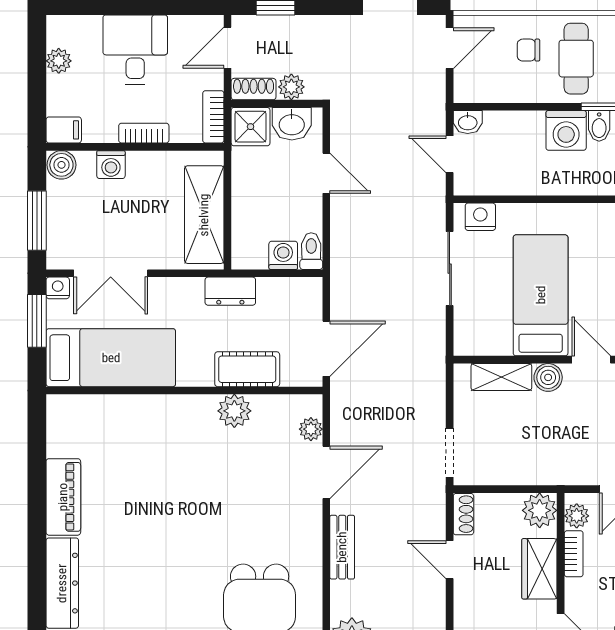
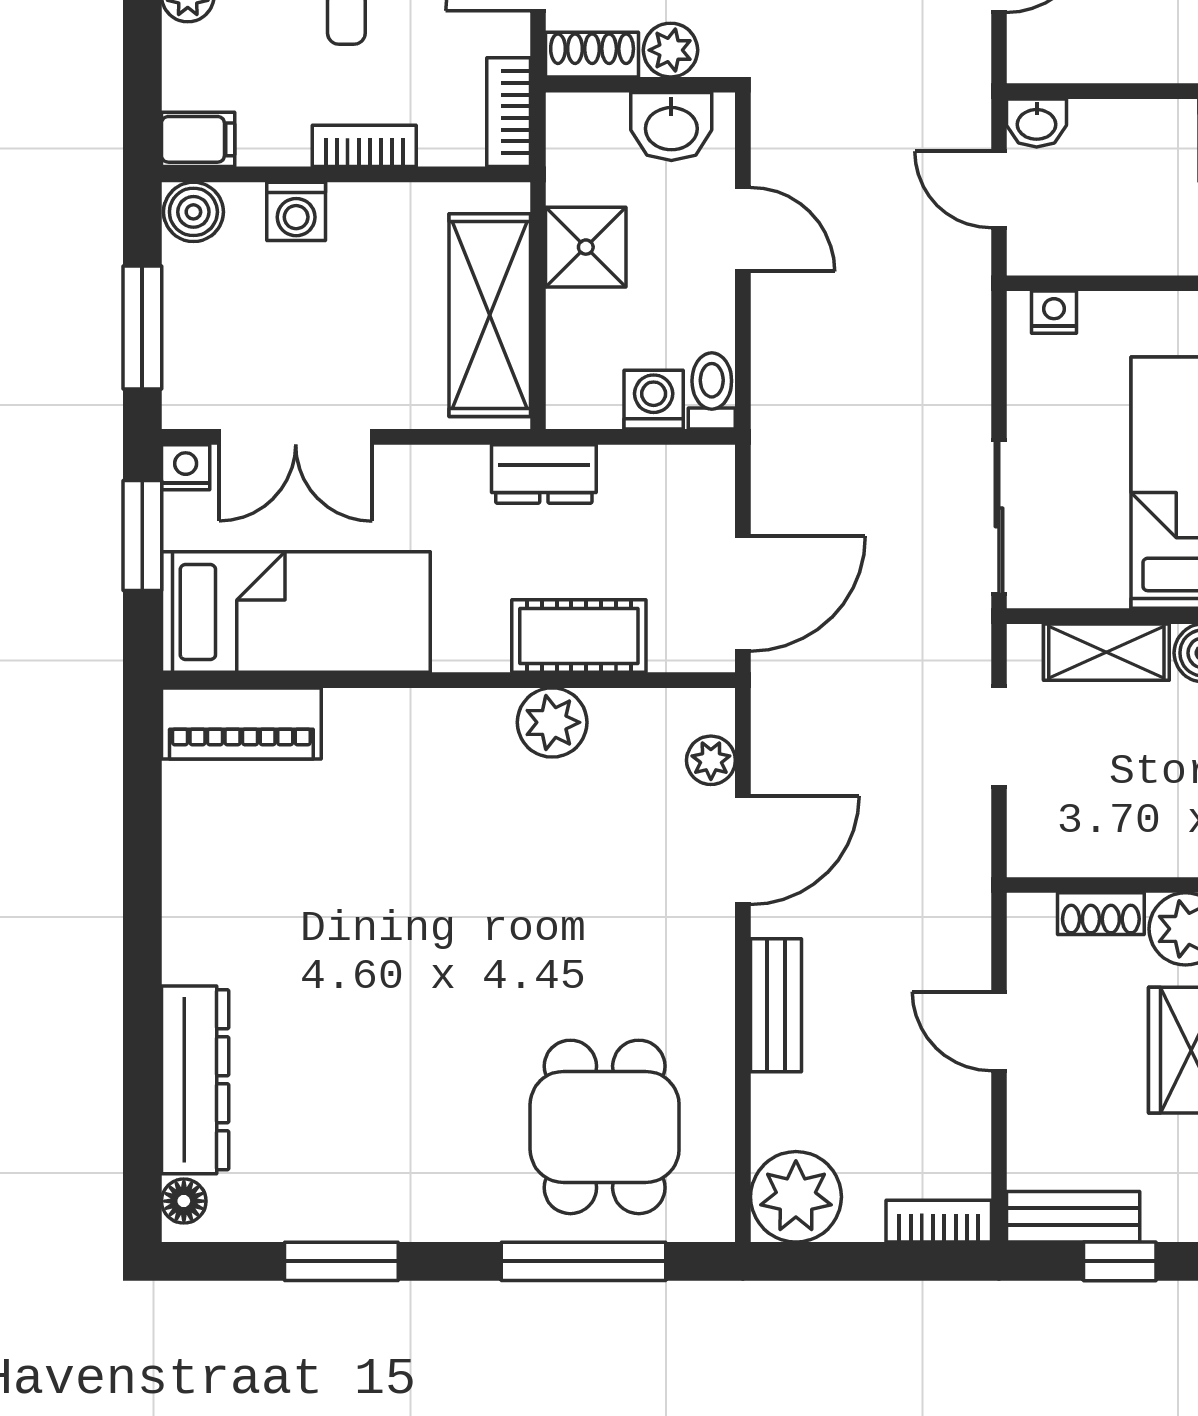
shower: (251, 127) -> (586, 247), moved
nightstand: (480, 217) -> (1054, 312), width x0.72, depth x0.74
sliding door: (450, 269) -> (999, 517), moved
doorway: (450, 453) -> (999, 736), moved
piano: (63, 497) -> (241, 723), moved, turned 90
shoe rack: (463, 514) -> (1101, 914), moved, turned 90

